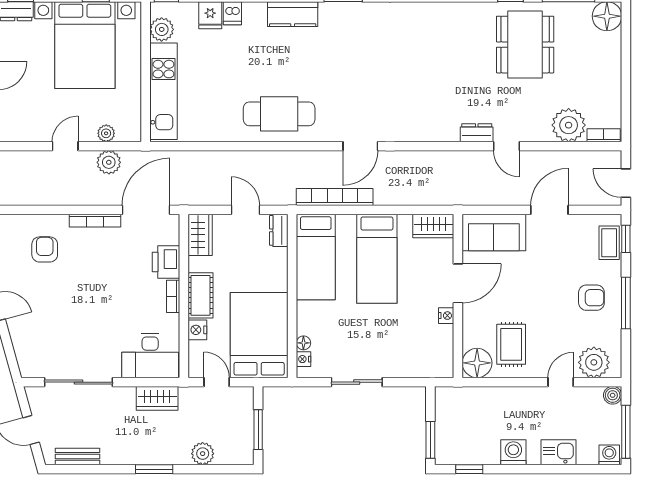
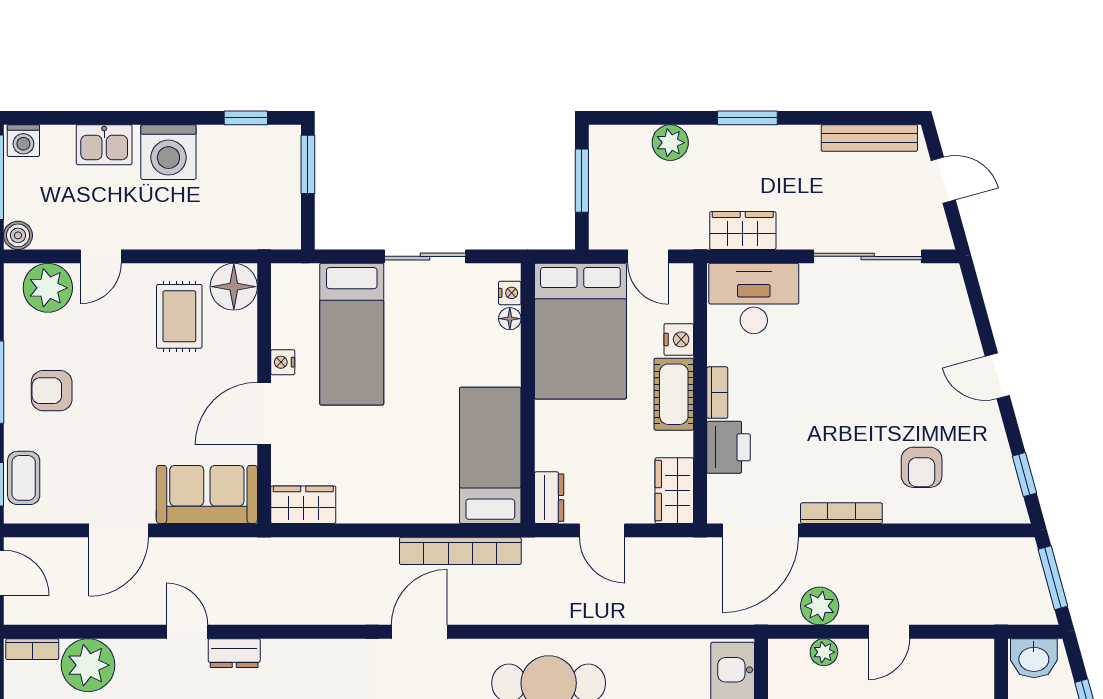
bed: (377, 259) -> (352, 334), moved, turned 180
washing machine: (513, 452) -> (168, 152), width x1.37, depth x1.37
bench: (78, 456) -> (869, 138), width x1.36

